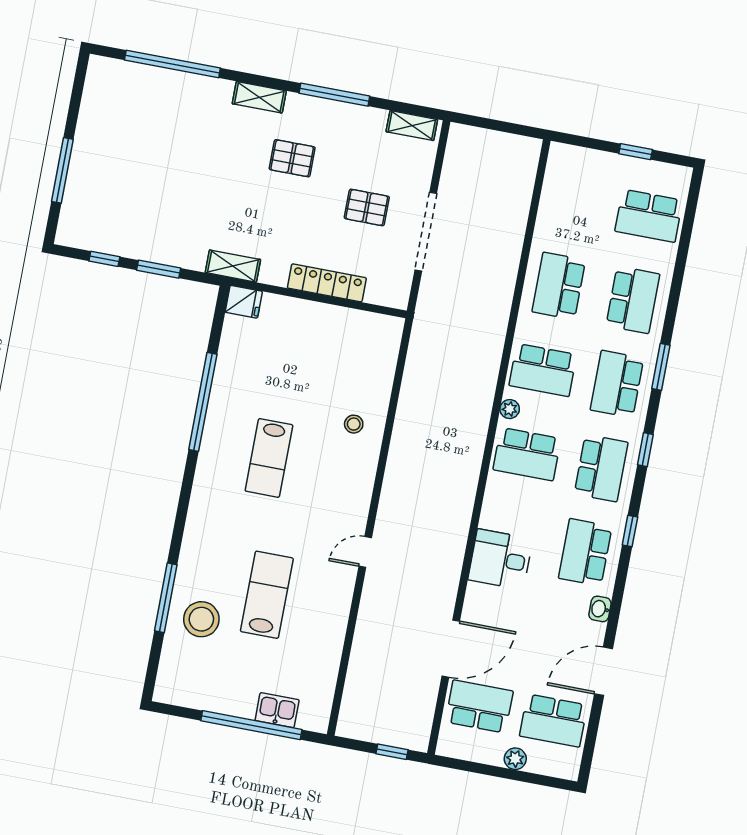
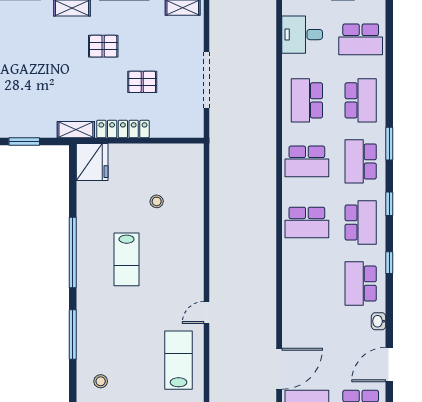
pallet: (367, 207) -> (142, 82), moved
locker: (327, 283) -> (123, 129), moved
fridge: (244, 302) -> (92, 162), width x1.88, depth x1.34
window: (203, 402) -> (73, 253), moved
plant: (510, 409) -> (289, 193), removed
stool: (354, 424) -> (157, 201), moved
desk: (500, 559) -> (302, 35), moved
lab bench: (267, 595) -> (179, 360), moved
window: (166, 598) -> (73, 335), moved
stool: (201, 619) -> (101, 381), width x0.53, depth x0.53

